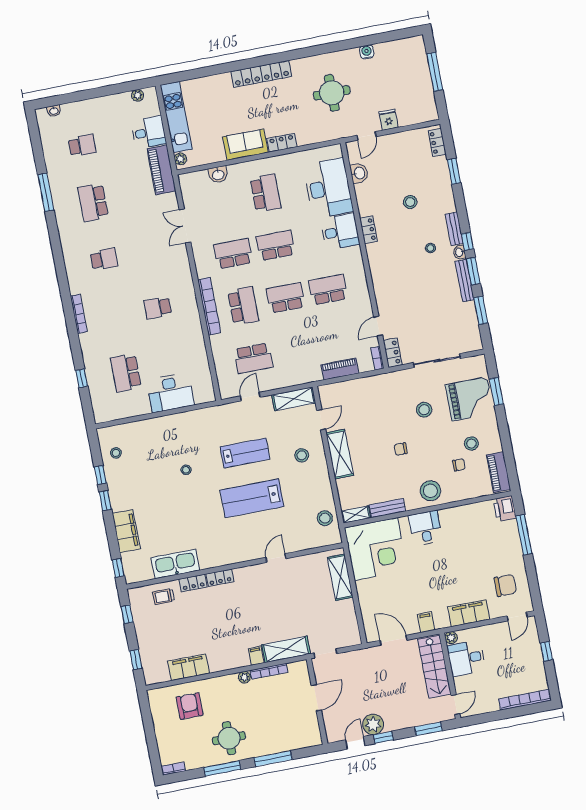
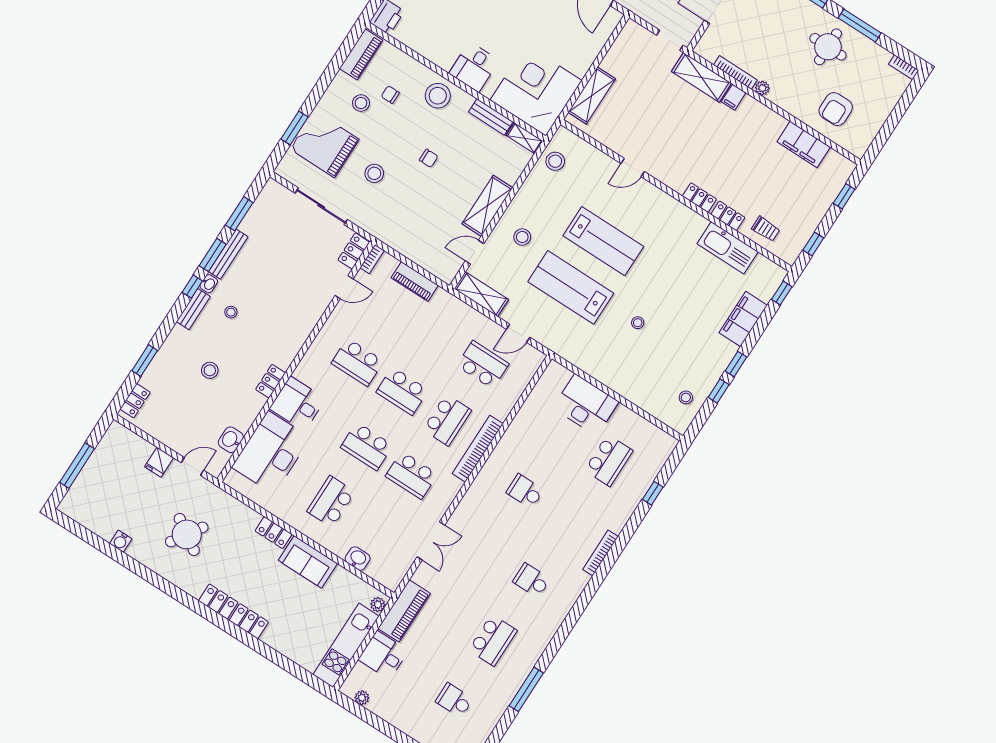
round table: (332, 93) -> (187, 534), turned 33
school desk: (243, 306) -> (447, 420), turned 180
school desk: (158, 308) -> (525, 491), turned 180
lab bench: (245, 453) -> (571, 287), width x1.36, depth x1.39

